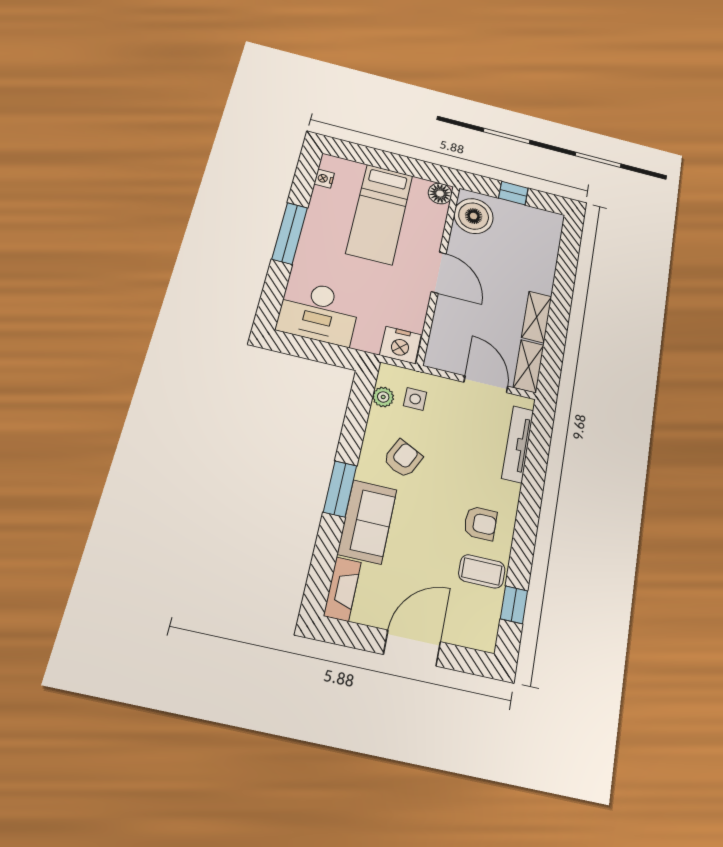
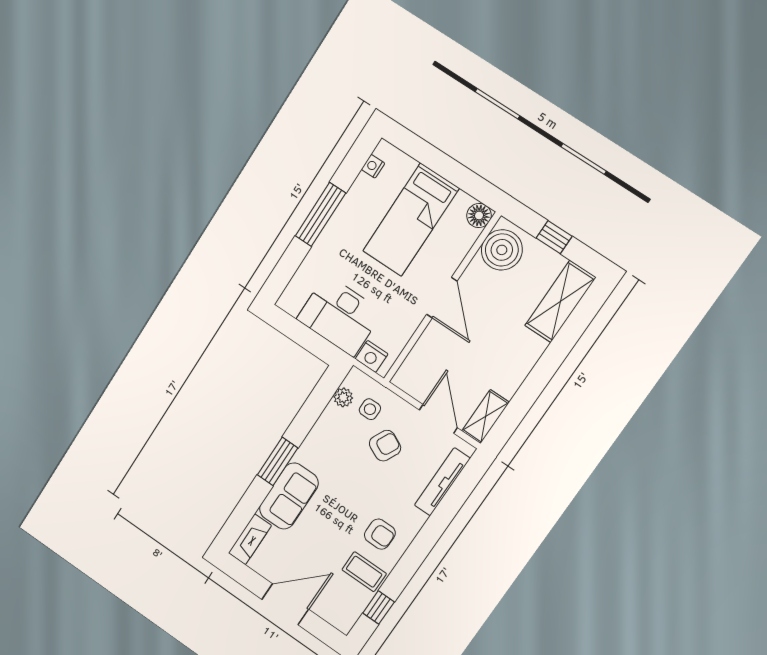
desk: (319, 312) -> (340, 315), moved
shelving: (537, 317) -> (560, 302), moved, width x1.50, depth x1.33
nightstand: (400, 345) -> (372, 356), width x0.74, depth x0.75
armchair: (403, 459) -> (385, 446), moved

